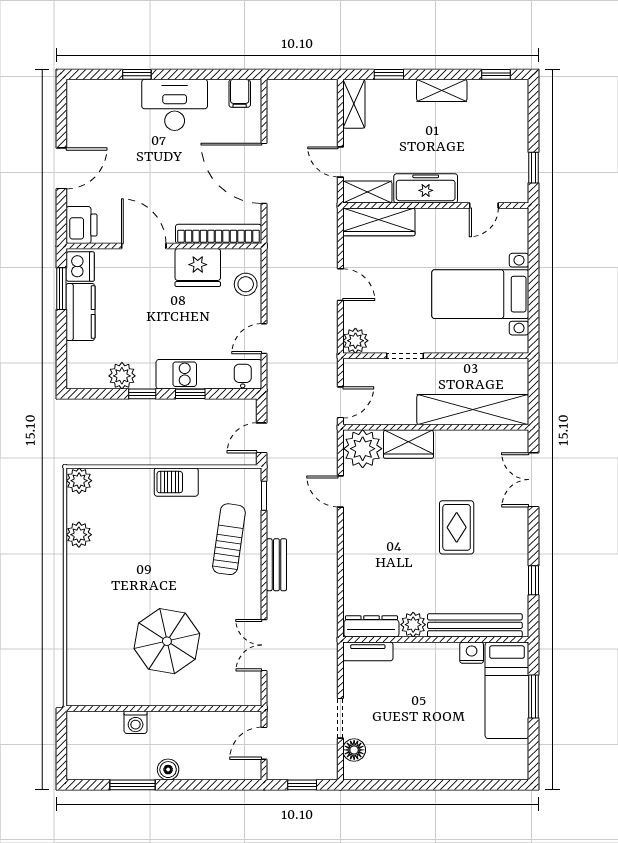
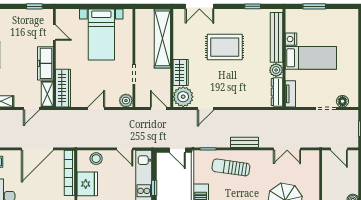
rug: (457, 527) -> (225, 47), width x1.36, depth x1.43
bed: (507, 690) -> (311, 58), moved

